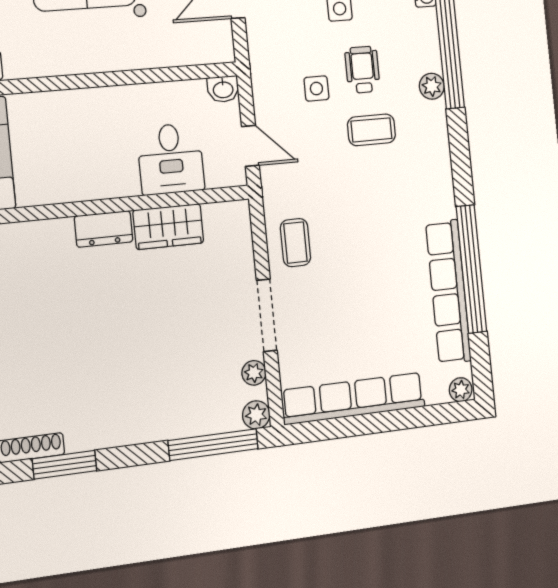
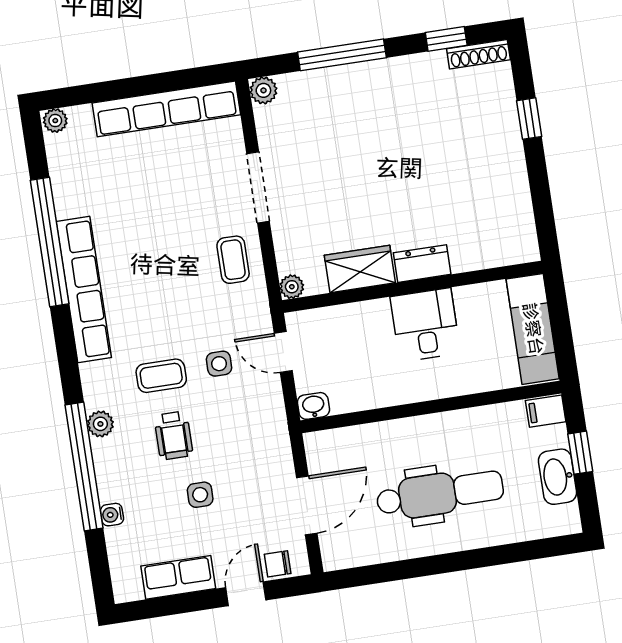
side table: (316, 89) -> (219, 364), moved
desk: (171, 159) -> (425, 325), moved
row of seats: (448, 292) -> (84, 289), moved
plant: (254, 373) -> (292, 287), moved
window: (213, 445) -> (342, 55), moved
window: (65, 465) -> (446, 39), width x0.67

